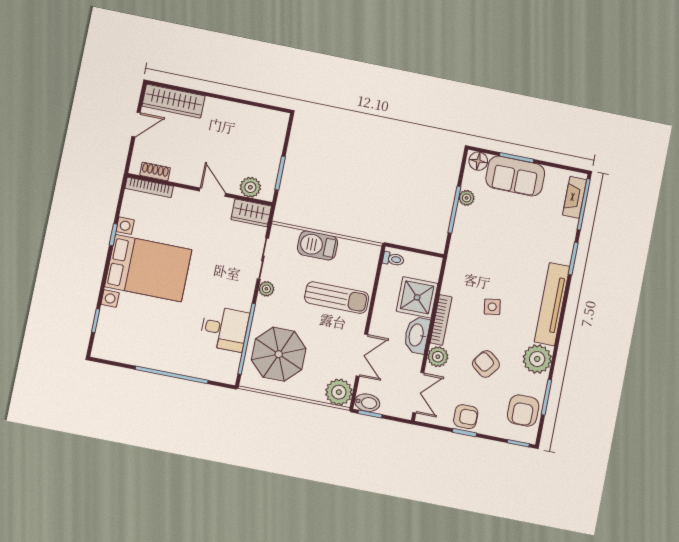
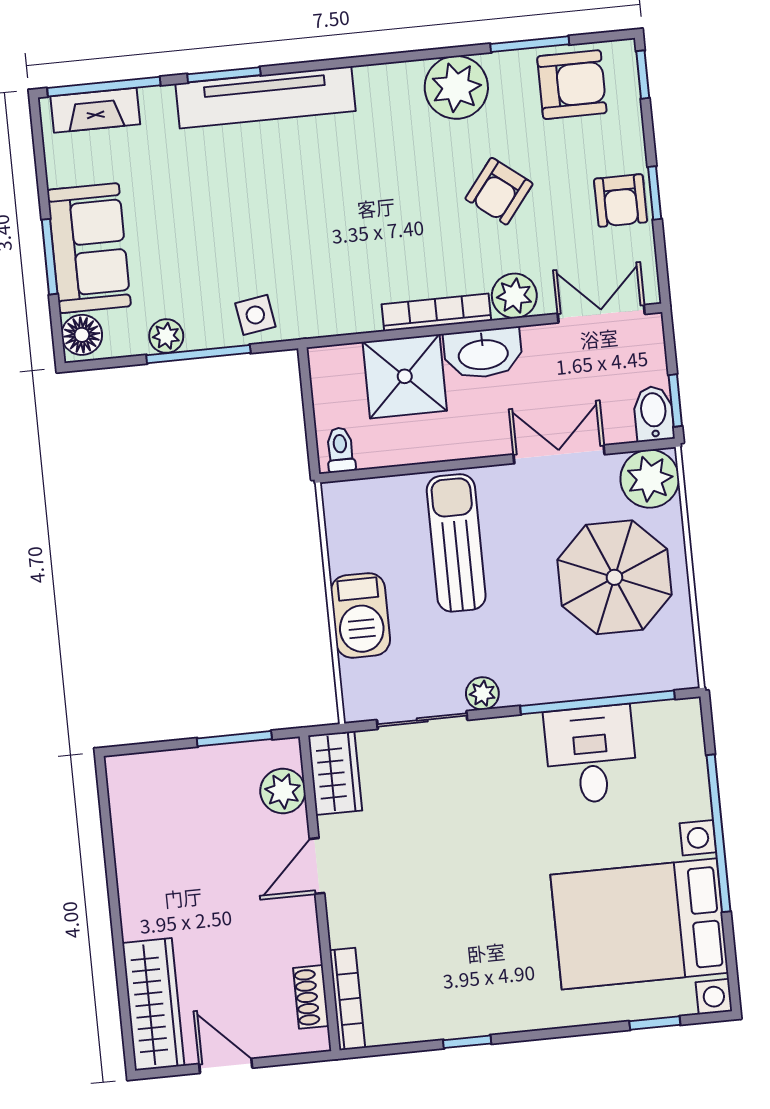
bed with nightstands: (148, 268) -> (639, 924), moved, turned -90
tv unit: (552, 304) -> (266, 97), moved
side table: (492, 307) -> (255, 315), moved
parasol: (279, 354) -> (614, 577), moved
armchair: (466, 417) -> (621, 200), turned 180

